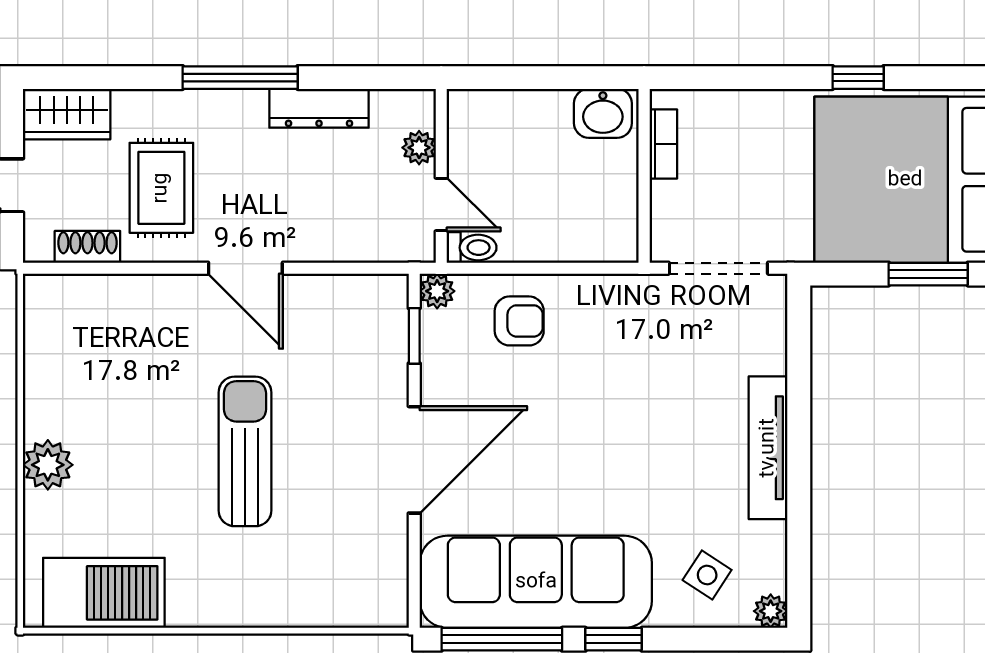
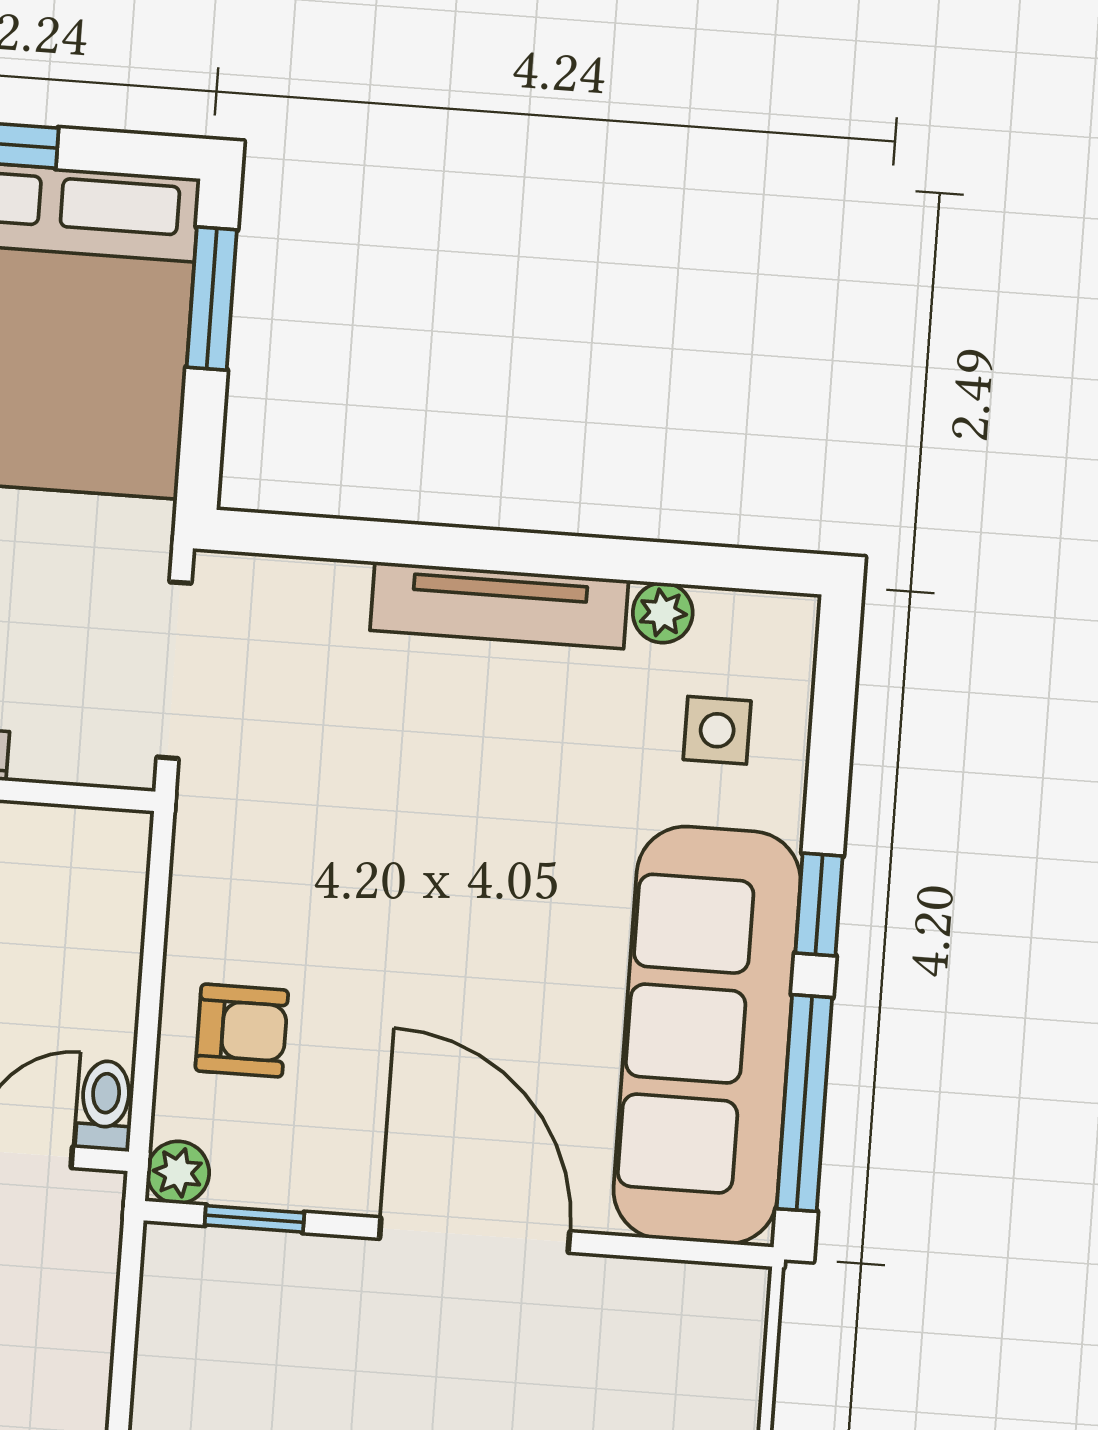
armchair: (519, 321) -> (242, 1031), turned 90
side table: (707, 575) -> (717, 730), turned -33
plant: (771, 611) -> (663, 613), moved

